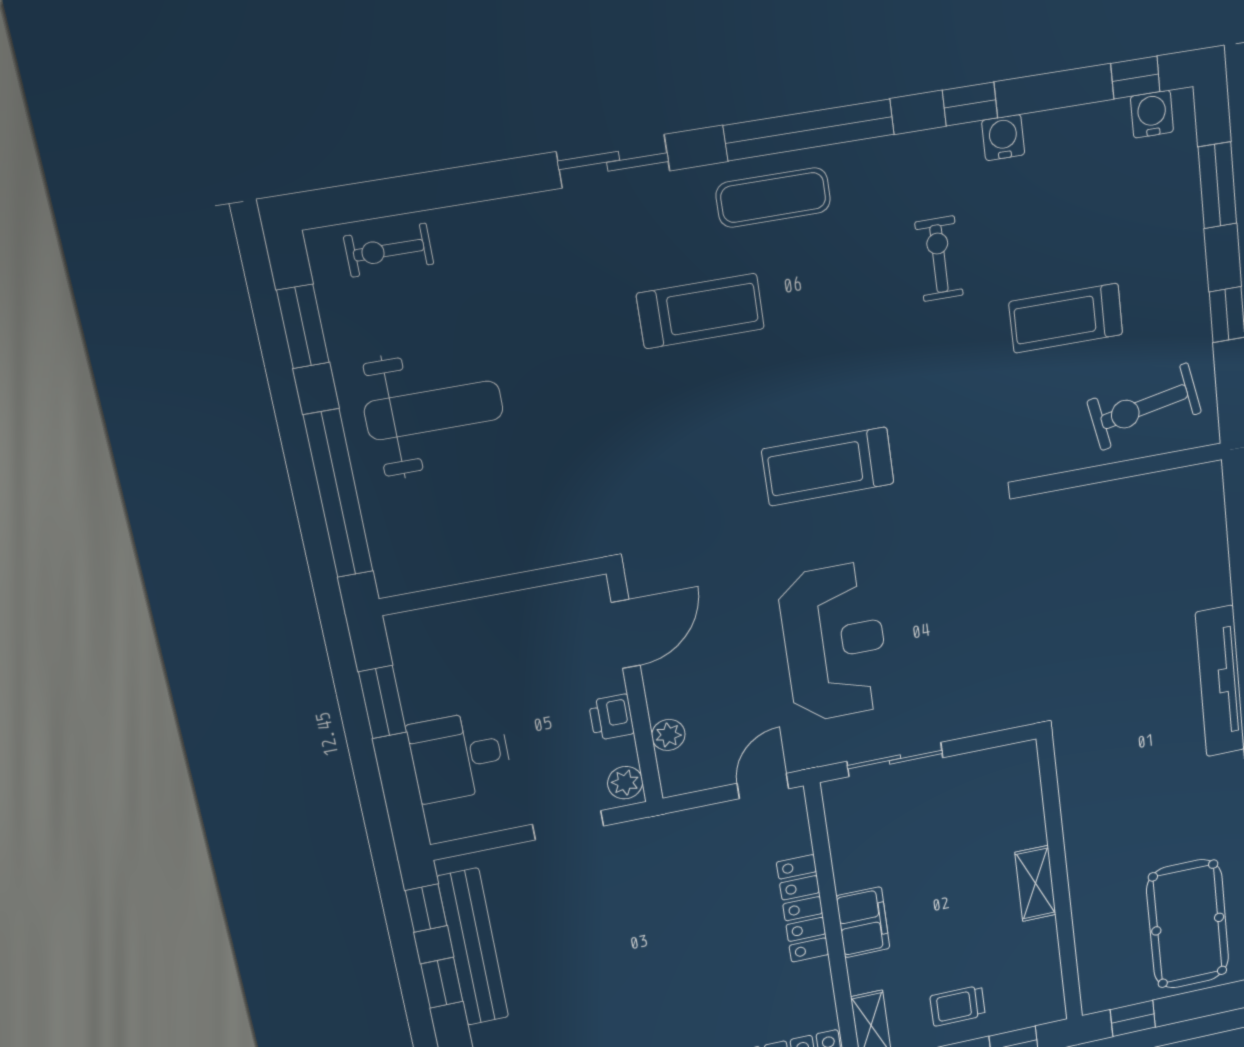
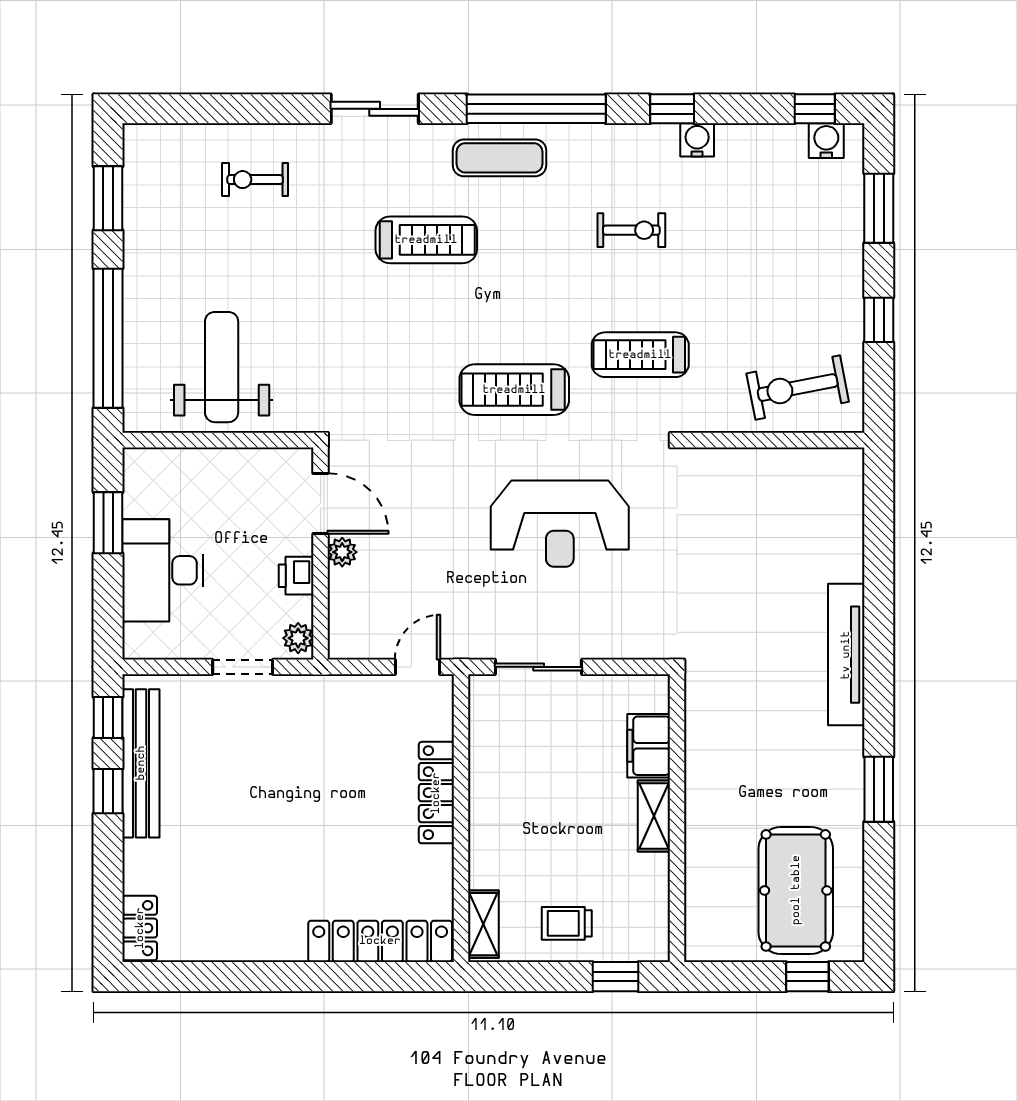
exercise bike: (389, 250) -> (255, 180), moved
exercise bike: (939, 259) -> (631, 230), turned 90
treadmill: (1066, 318) -> (640, 355), moved
weight bench: (434, 410) -> (222, 367), moved, turned -90
door: (626, 634) -> (321, 503), hinge flipped
reception desk: (835, 642) -> (560, 524), moved, turned 90
plant: (668, 735) -> (342, 552), moved
desk: (460, 756) -> (163, 570), width x1.37
filing cabinet: (863, 922) -> (649, 746), moved, turned 180
window: (1133, 1018) -> (807, 977), moved

